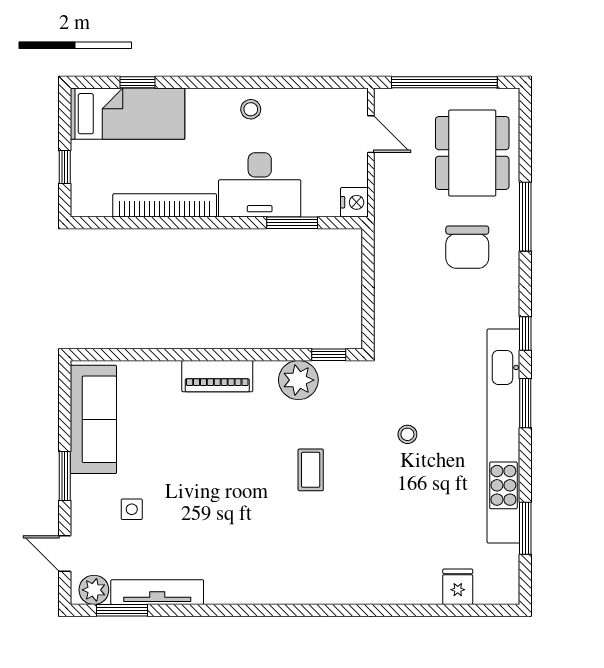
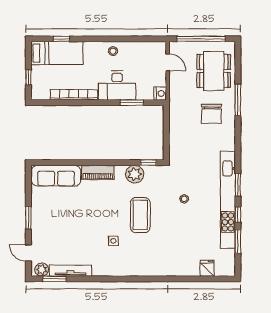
window: (525, 333) -> (238, 215), moved
sofa: (93, 419) -> (56, 176), moved, turned 90
coffee table: (311, 470) -> (140, 215), width x1.86, depth x1.72
side table: (132, 509) -> (113, 241), moved

